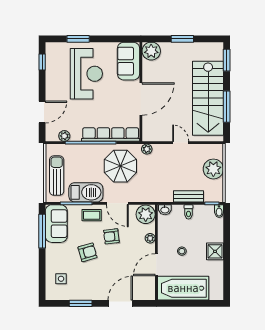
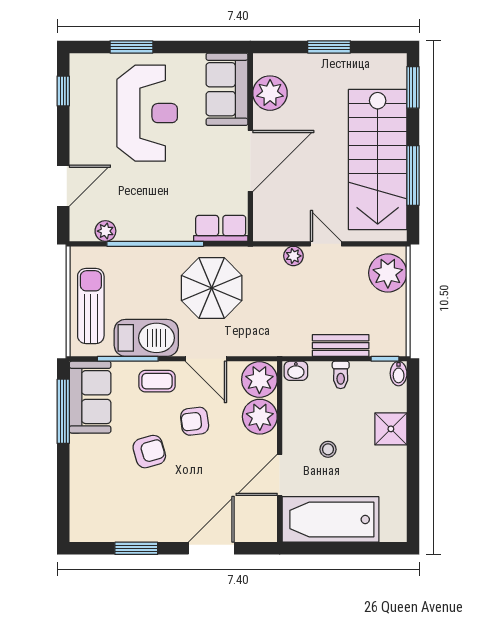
plant: (151, 51) -> (270, 93), moved
row of seats: (111, 135) -> (221, 228), width x0.50
plant: (147, 149) -> (293, 256), moved
plant: (213, 169) -> (388, 273), moved
plant: (150, 238) -> (260, 417), width x1.88, depth x1.88
shower: (215, 251) -> (391, 429), moved
side table: (61, 279) -> (99, 502), removed

